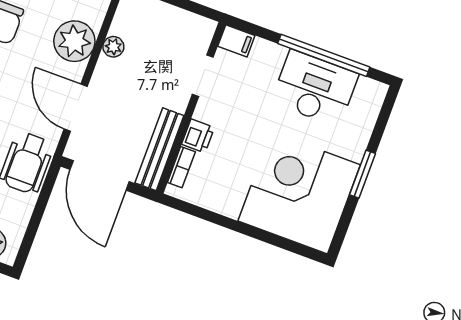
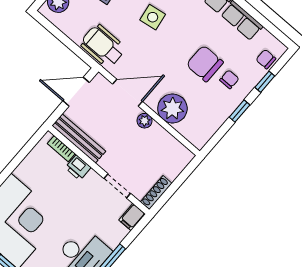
shoe rack: (193, 21) -> (156, 193), added
plant: (113, 47) -> (144, 121), moved
door: (100, 175) -> (76, 92), width x0.73

